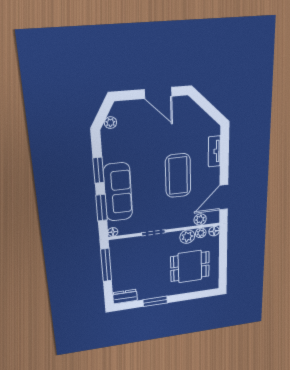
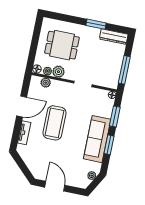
sofa: (118, 192) -> (97, 139), moved
door: (224, 197) -> (22, 107), moved
dresser: (125, 297) -> (114, 37), width x1.44

